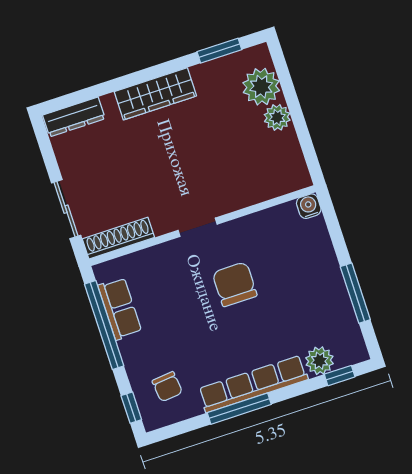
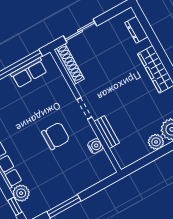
dresser: (74, 117) -> (136, 30), width x0.70
bench: (245, 197) -> (107, 132), added
water cooler: (309, 206) -> (95, 146), moved

